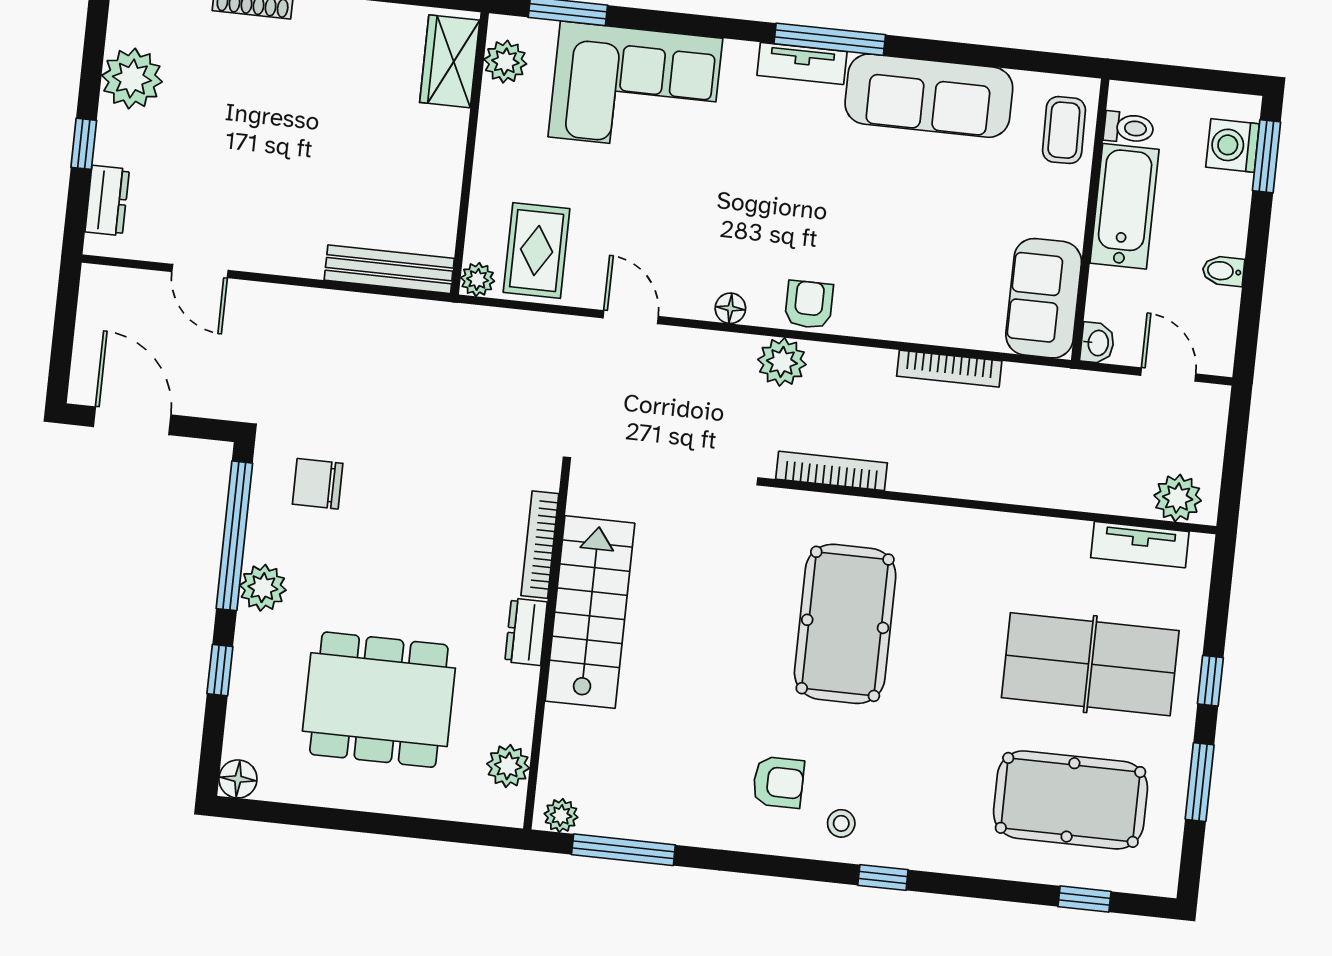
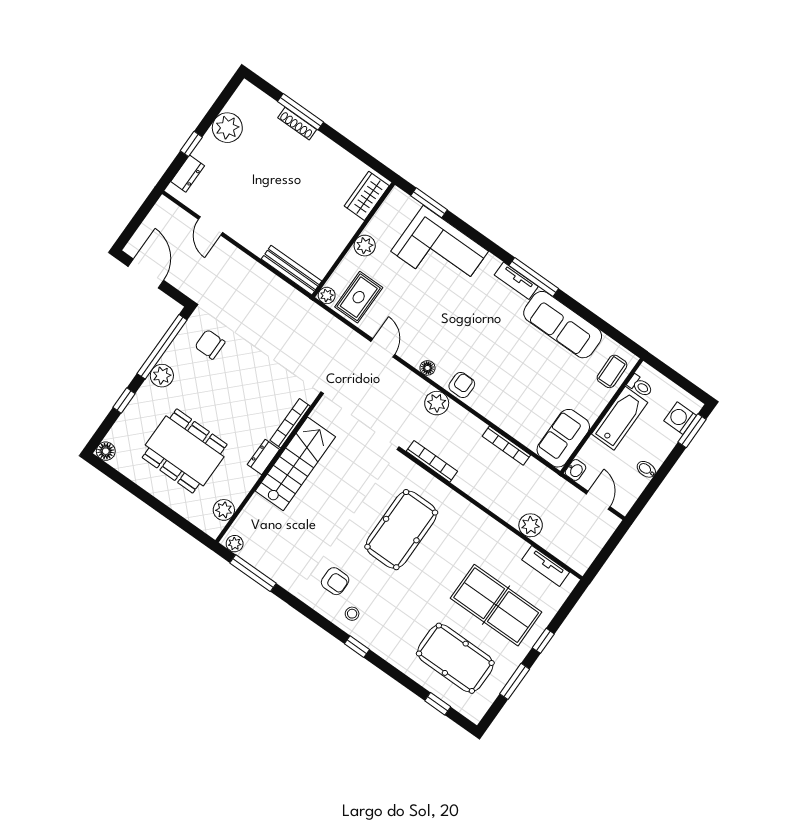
plant: (505, 62) -> (365, 246), moved
plant: (1178, 498) -> (531, 525), moved

